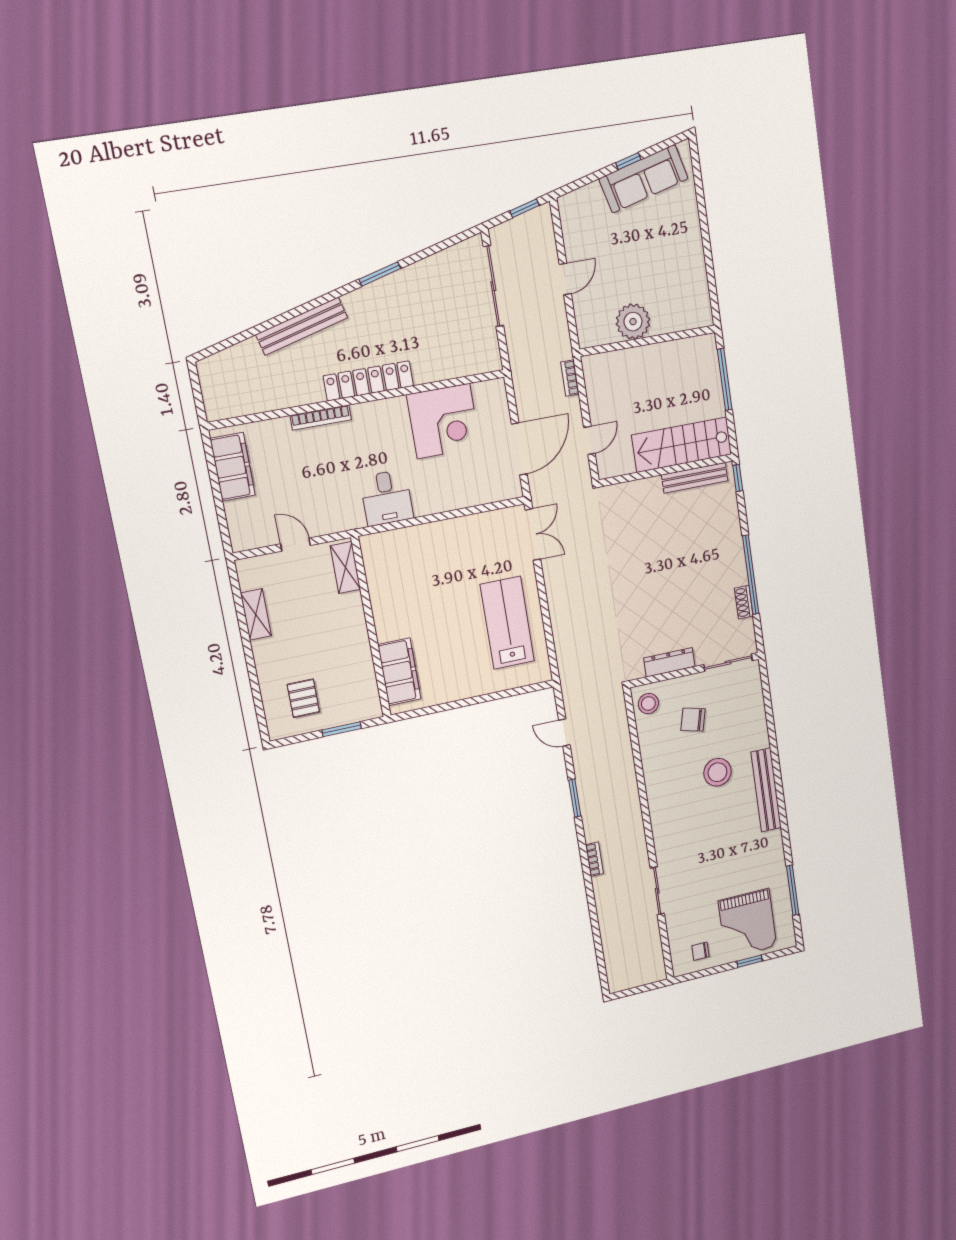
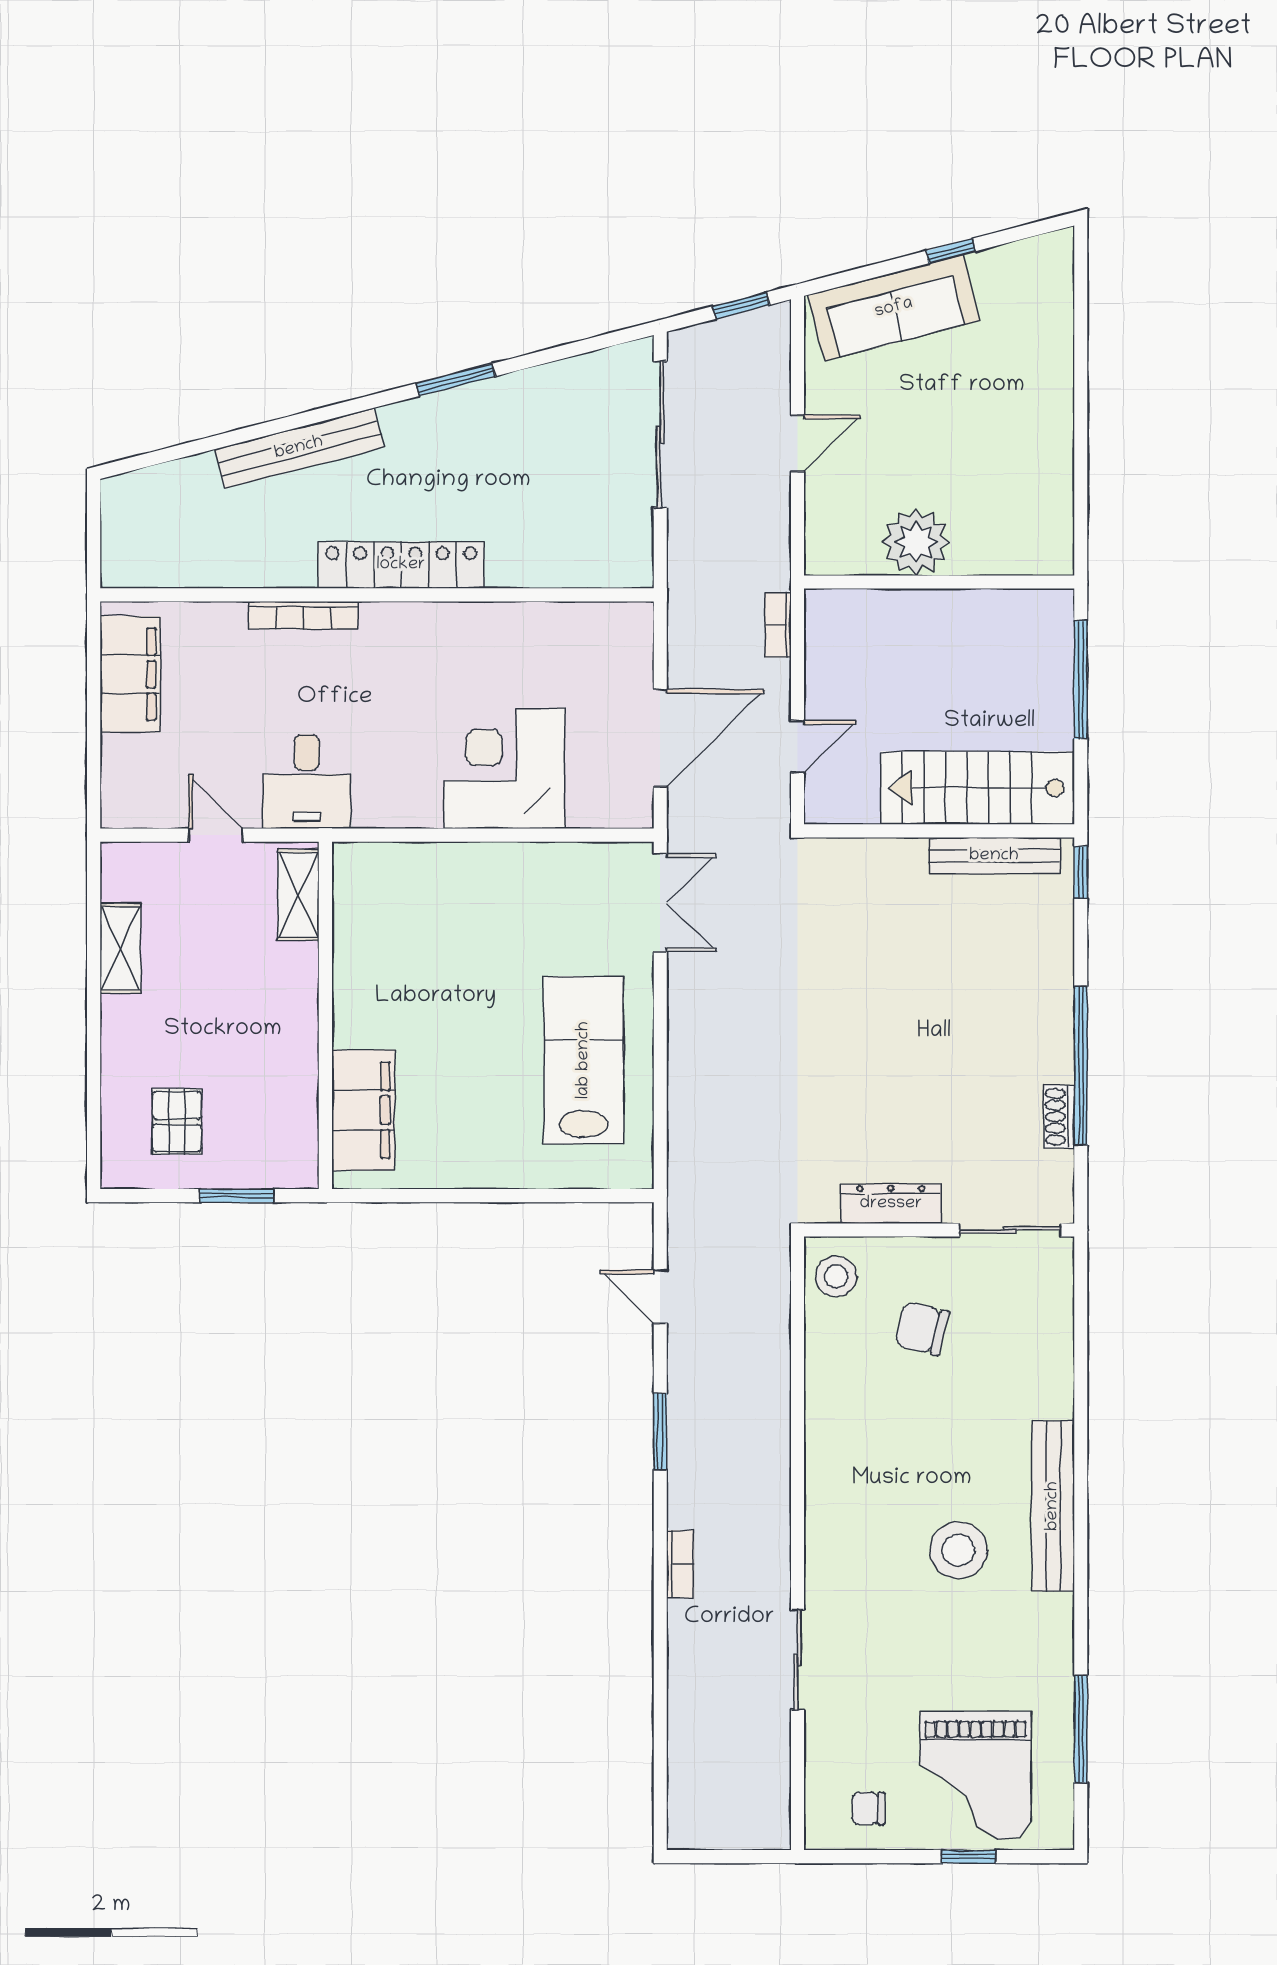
sofa: (644, 179) -> (894, 308), moved
corner desk: (443, 421) -> (504, 768), moved, turned 180
desk: (387, 498) -> (307, 782), moved
stool: (717, 772) -> (958, 1550), moved

